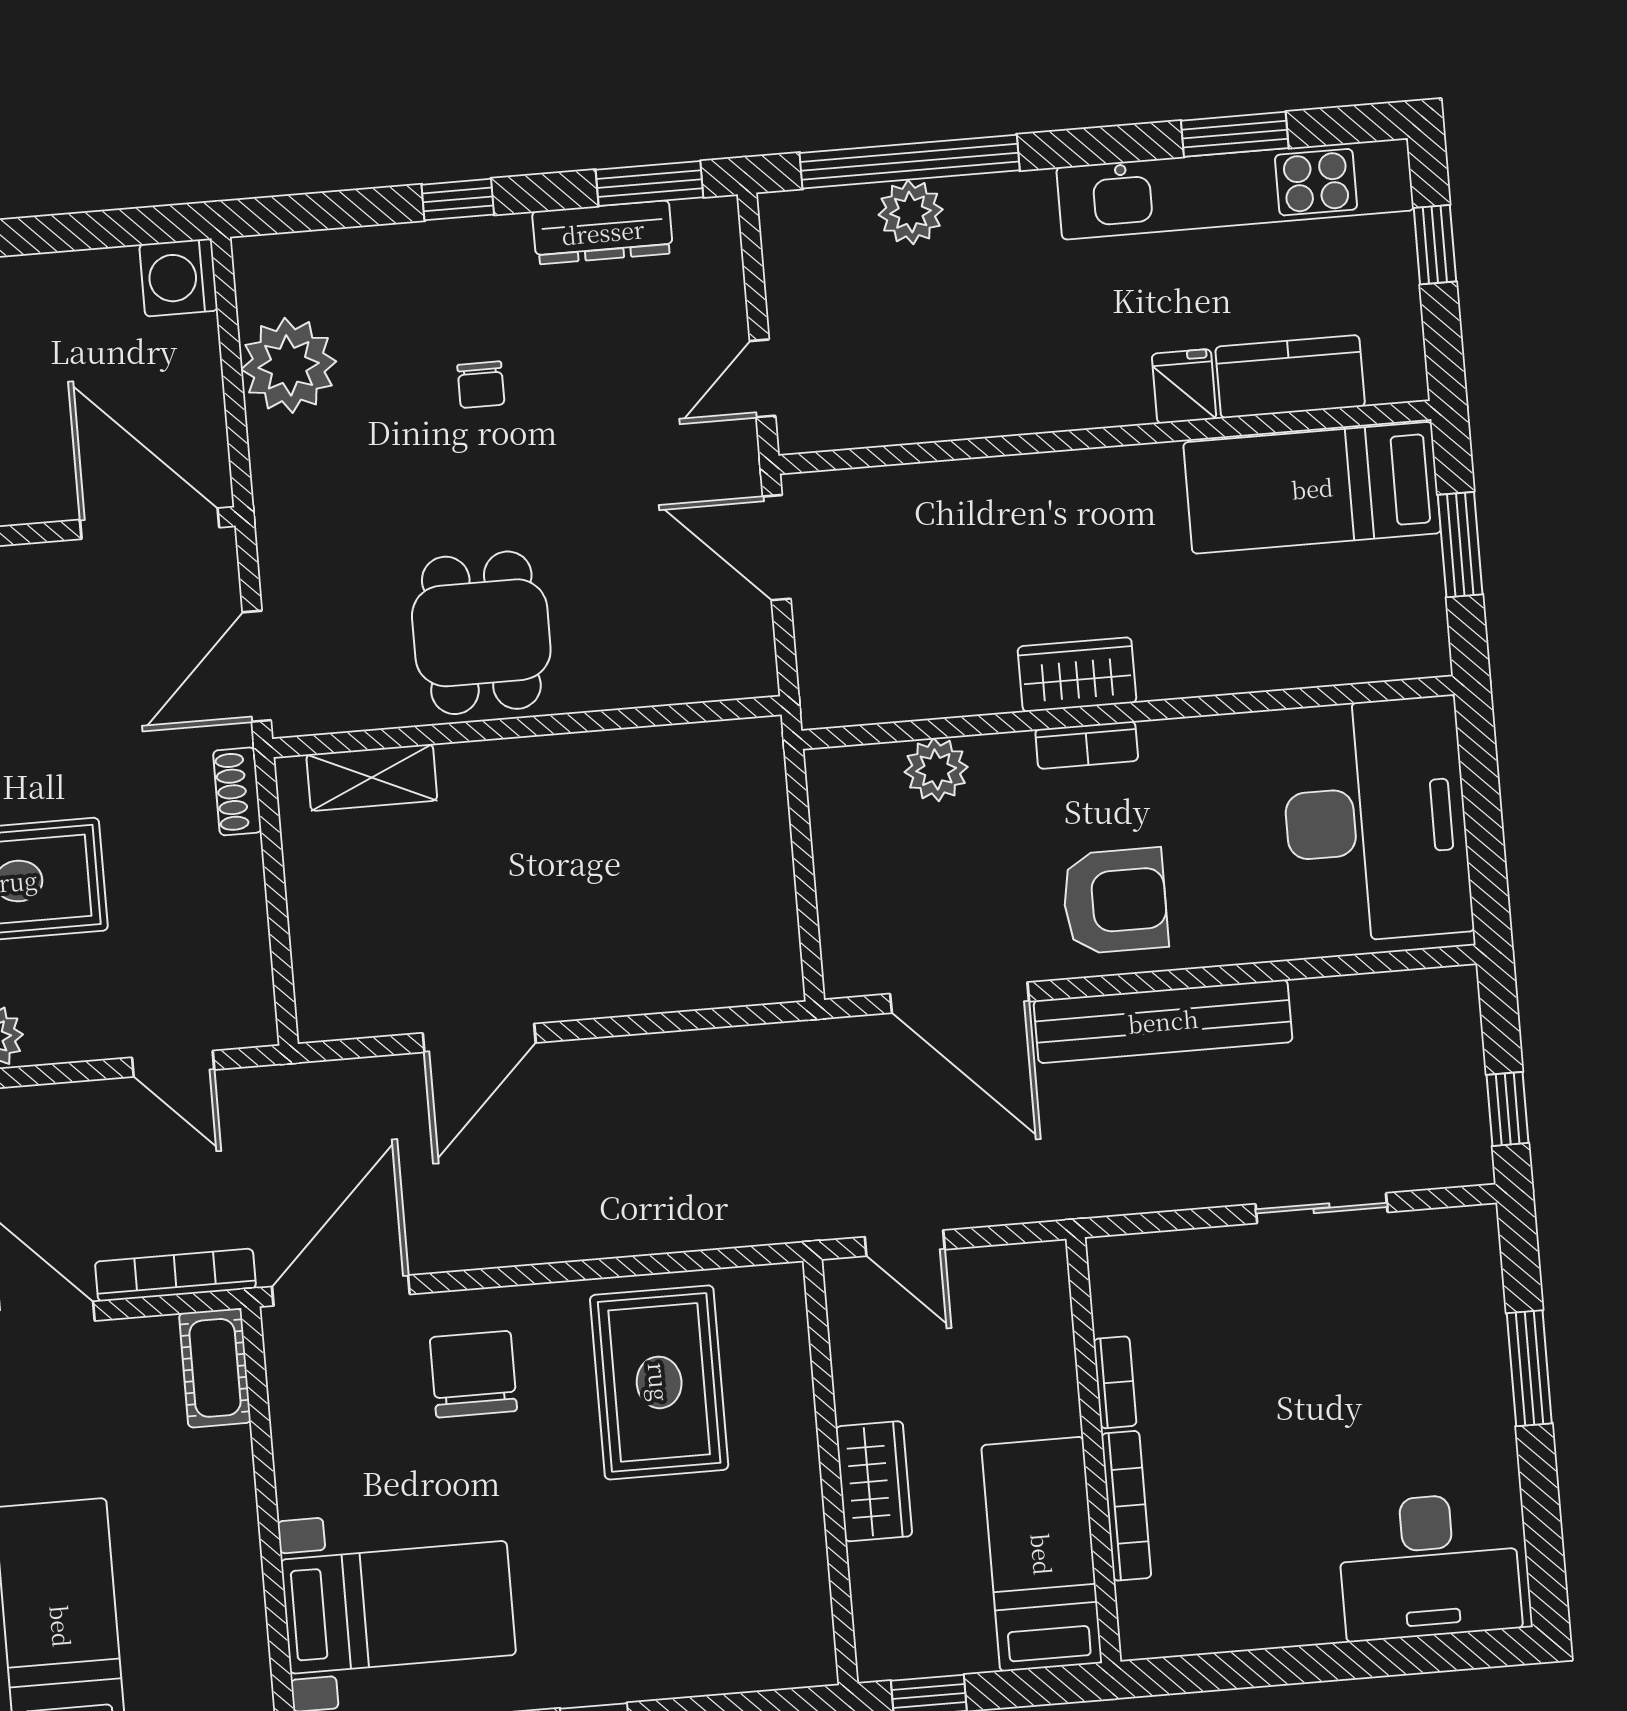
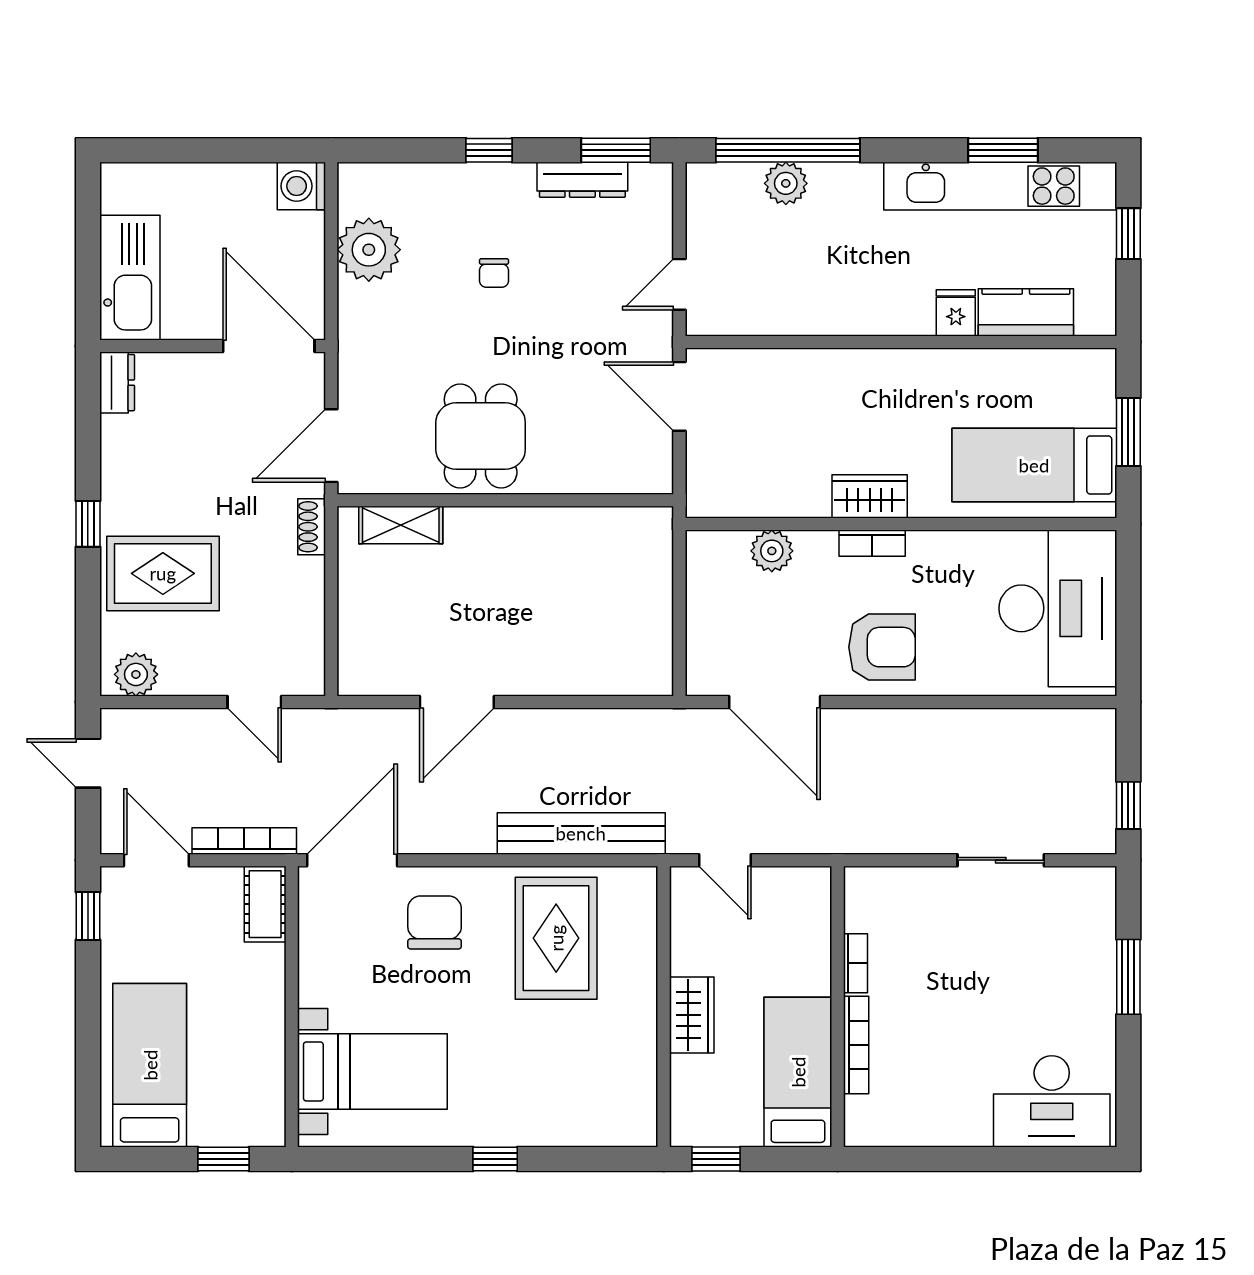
bed: (1312, 488) -> (1034, 465), moved
bench: (1163, 1021) -> (581, 833), moved

